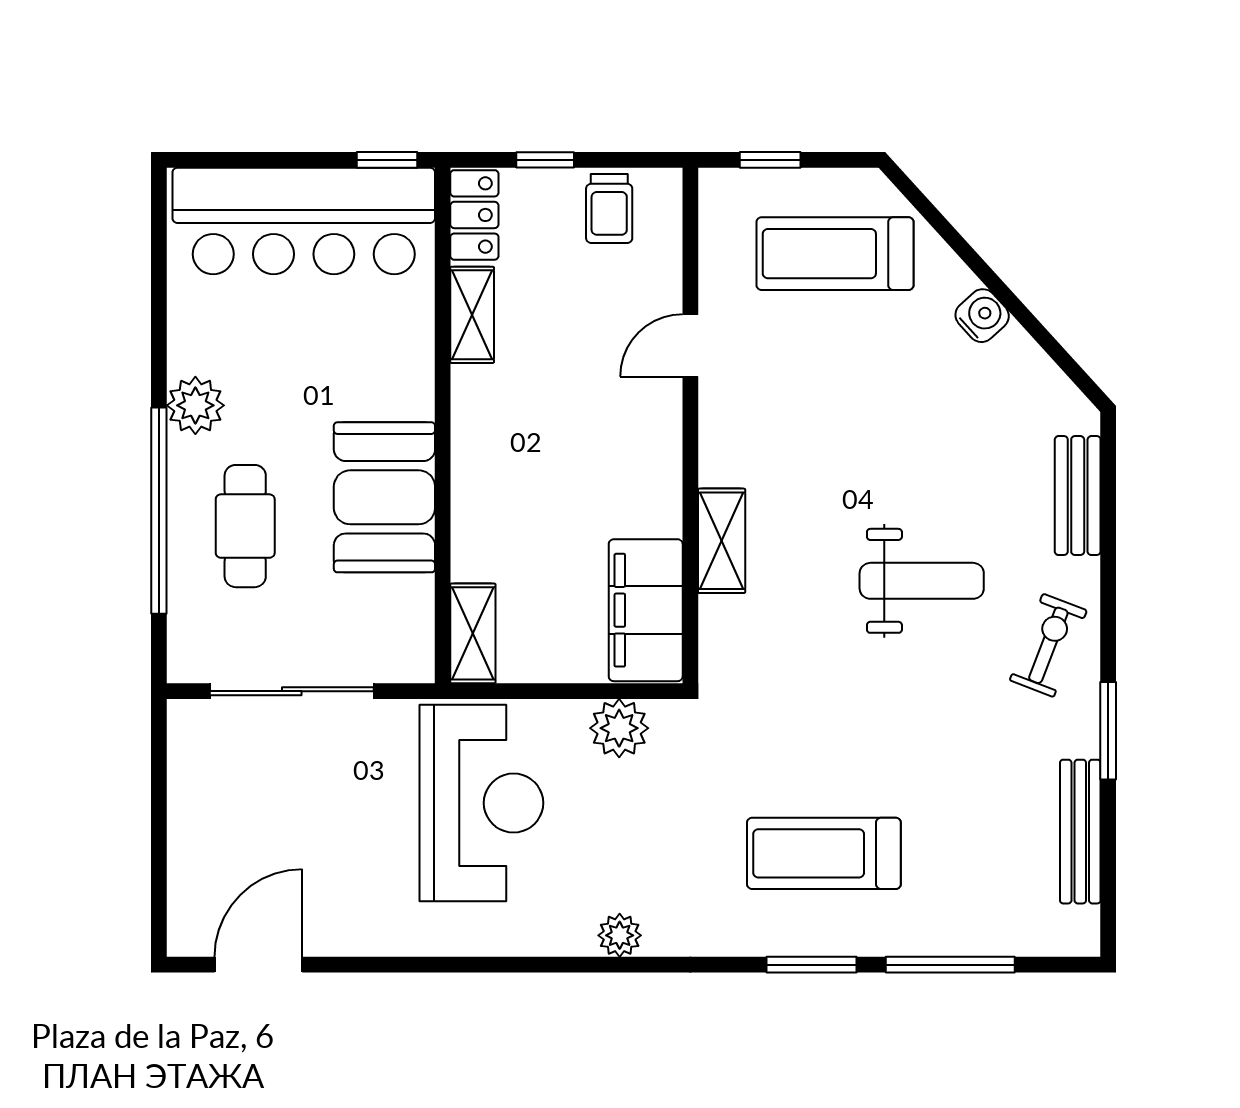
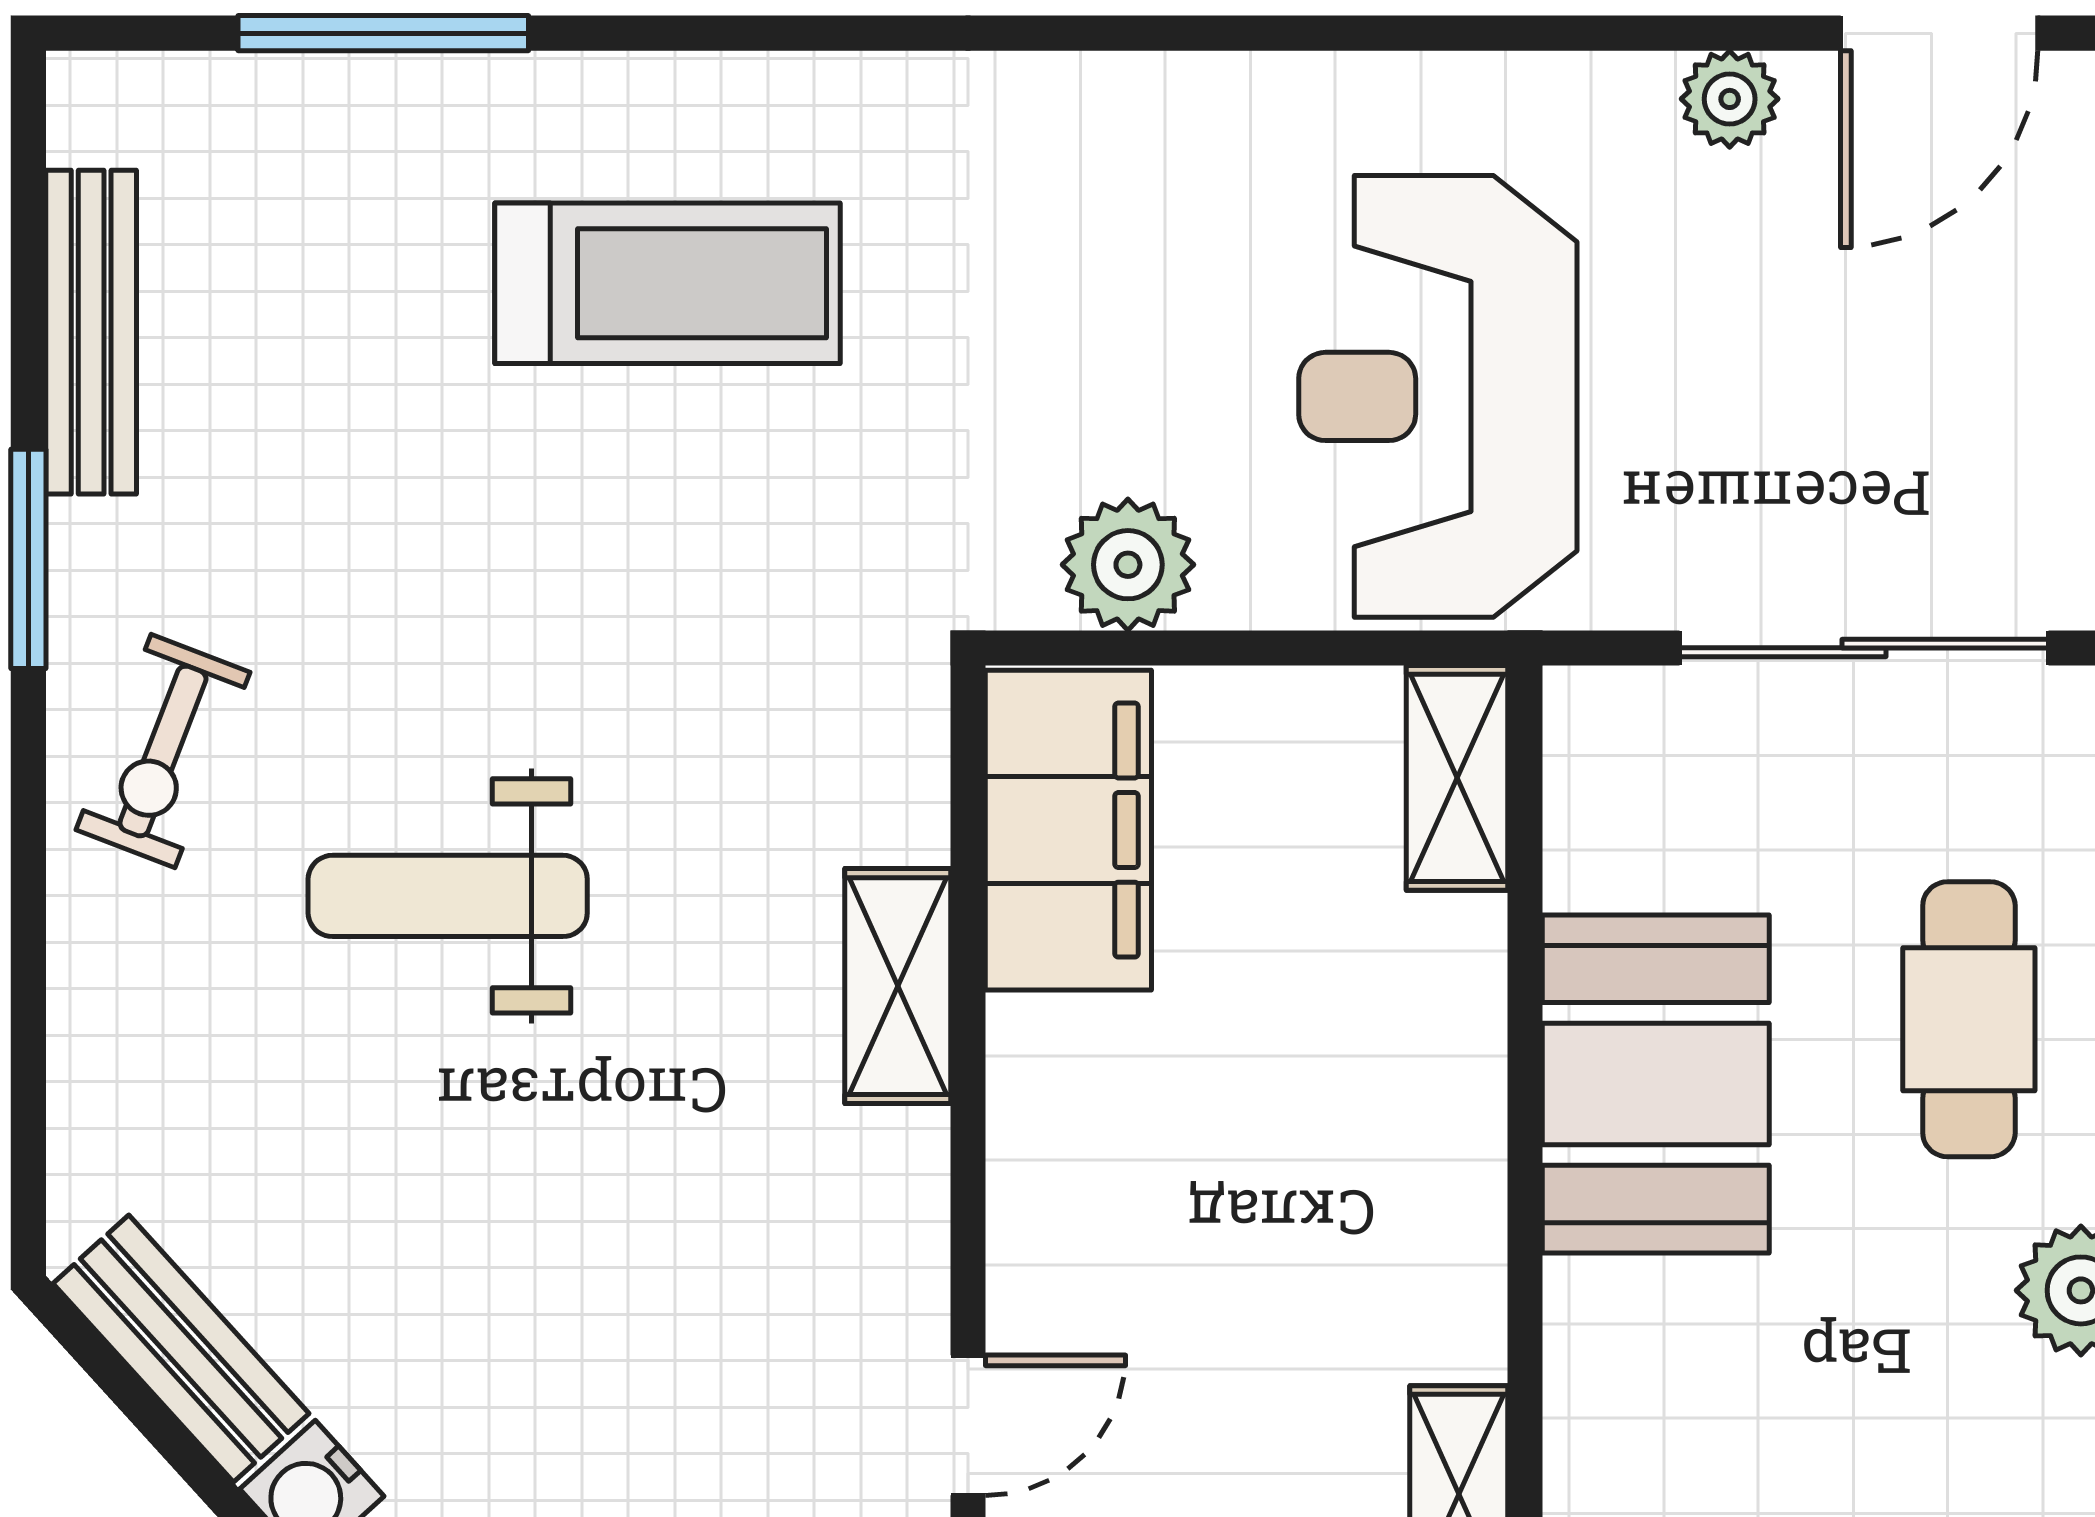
bench: (1078, 496) -> (181, 1349), moved, turned -42
plant: (620, 935) -> (1730, 99), moved
window: (811, 965) -> (696, 33), removed

